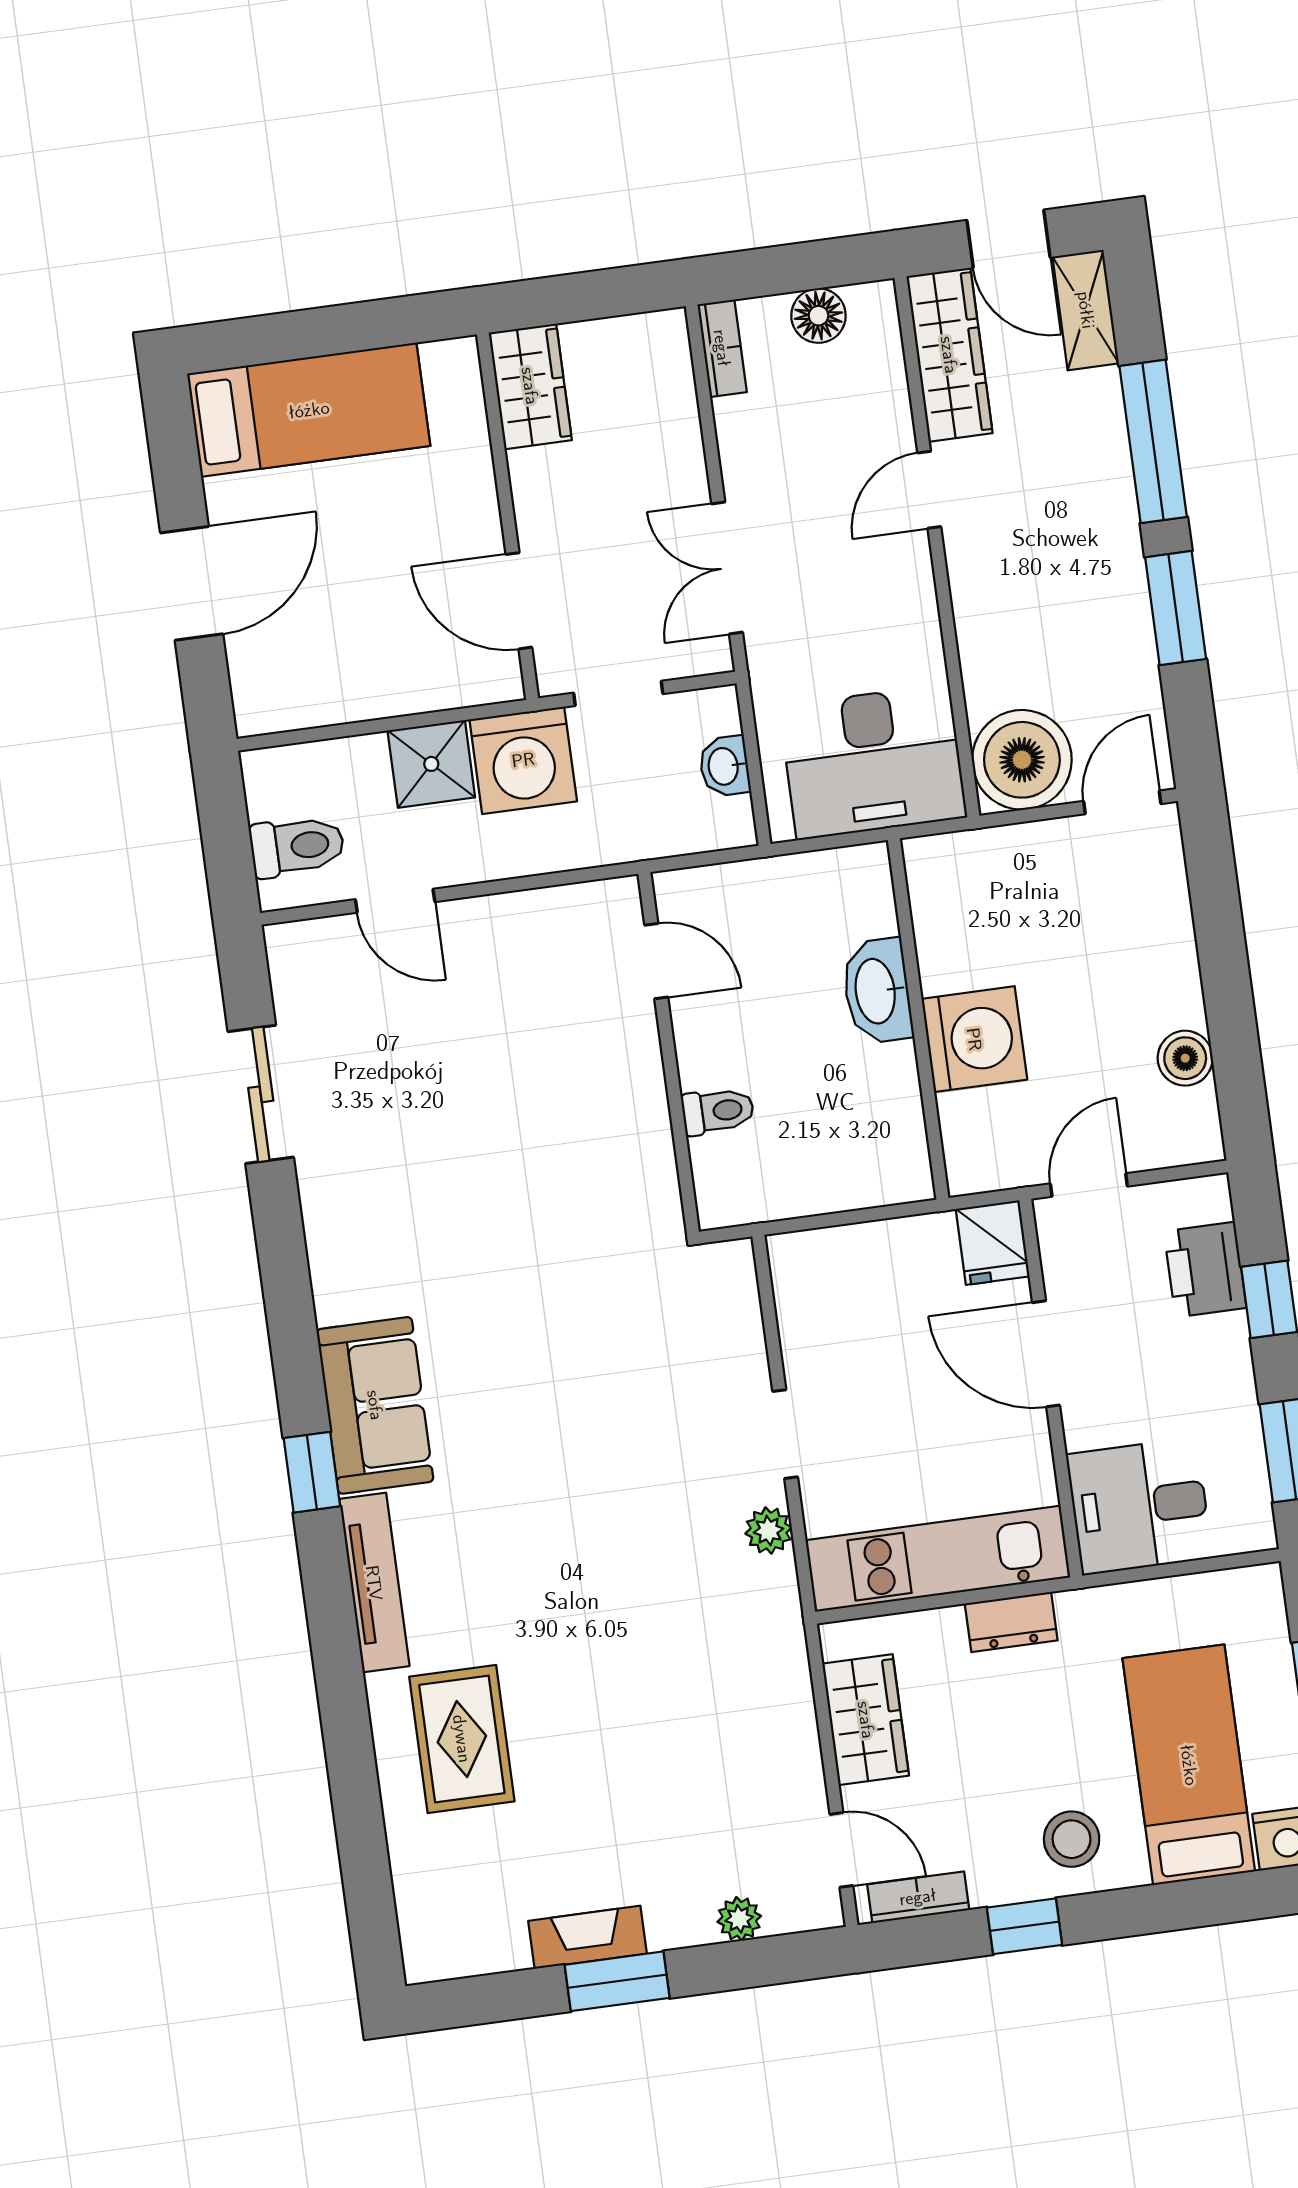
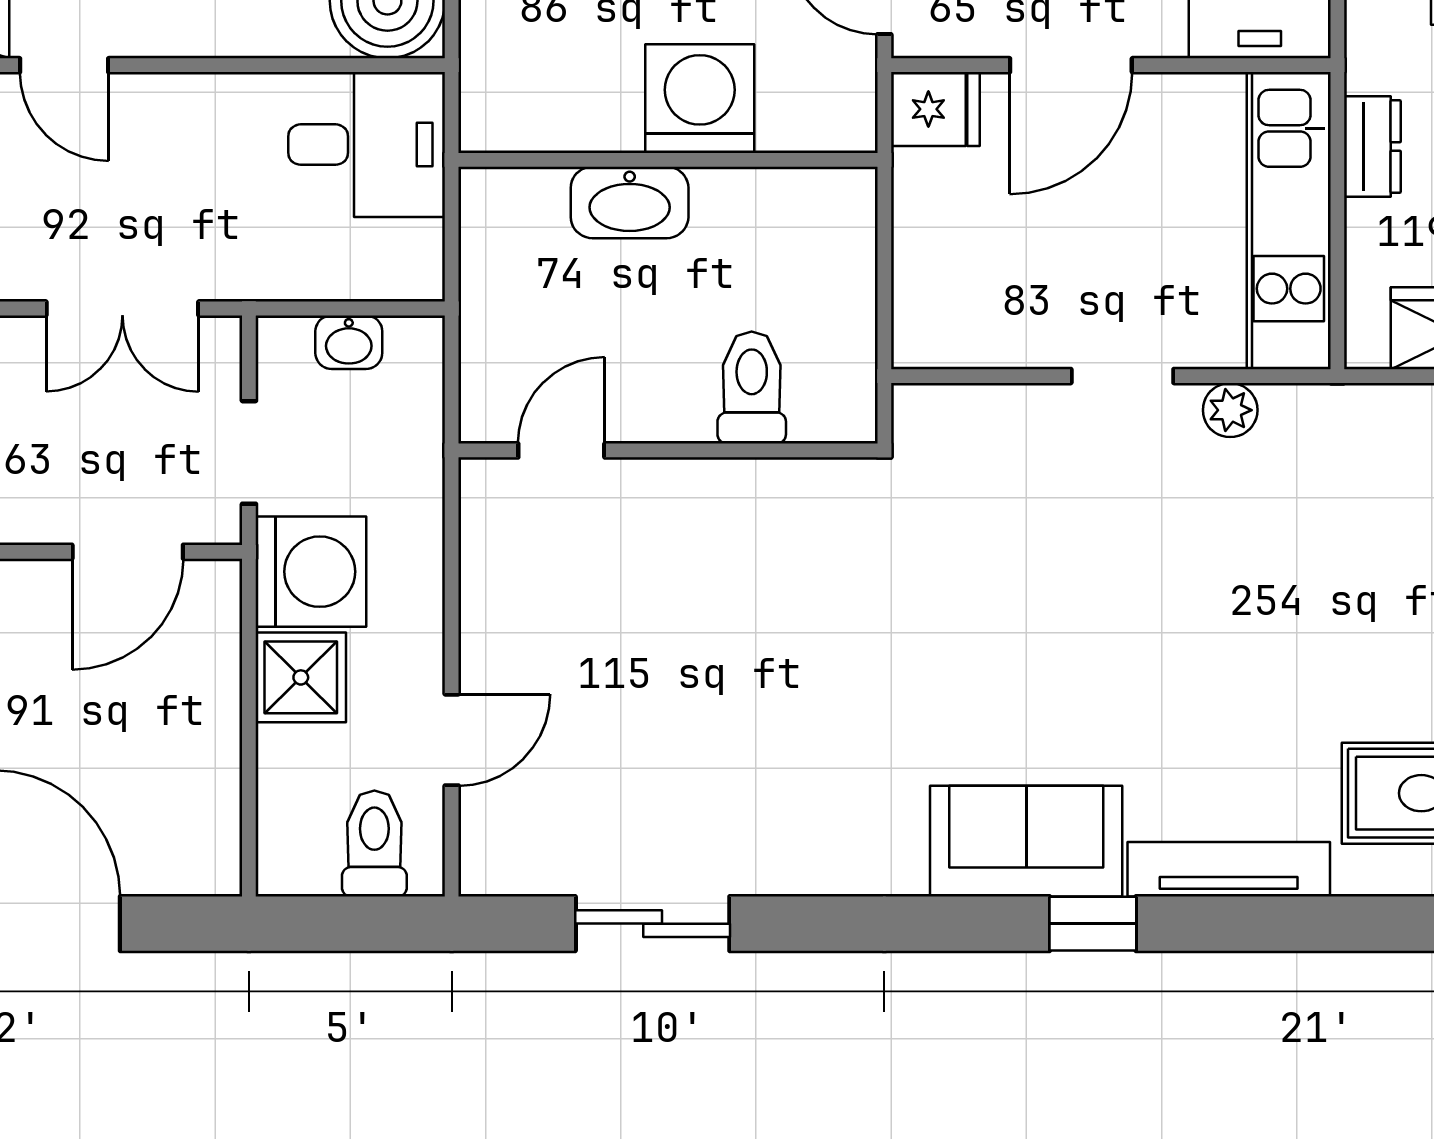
desk: (873, 762) -> (367, 145), width x0.73
toilet: (718, 1111) -> (752, 388), width x1.37, depth x1.39

